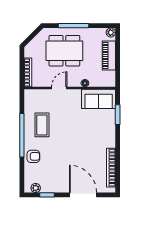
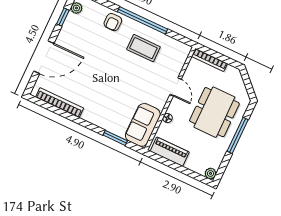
piano: (109, 55) -> (170, 152), moved

